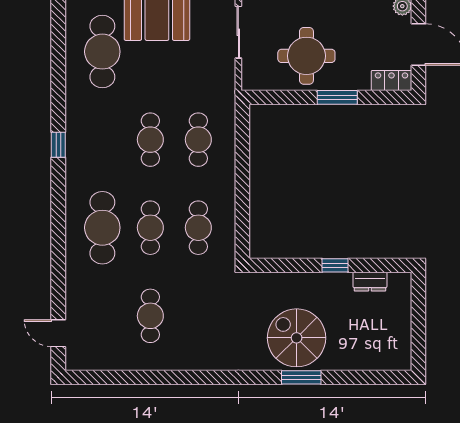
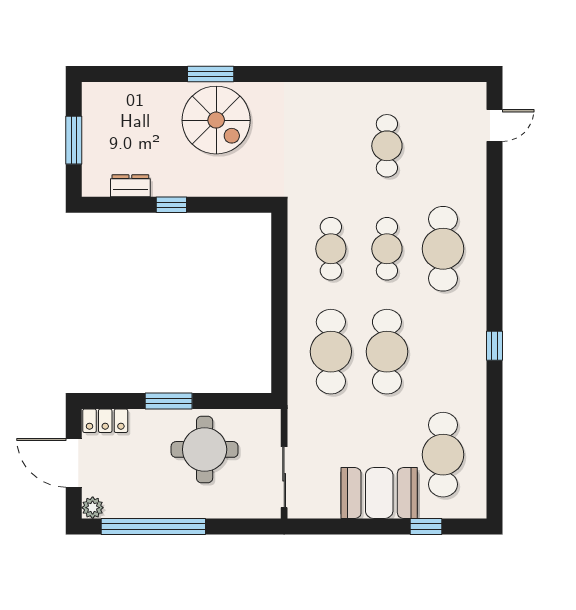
cafe table: (150, 140) -> (387, 352), width x1.37, depth x1.35
cafe table: (198, 140) -> (331, 352), width x1.37, depth x1.35
window: (418, 321) -> (74, 140), added
door: (58, 333) -> (495, 125), hinge flipped

